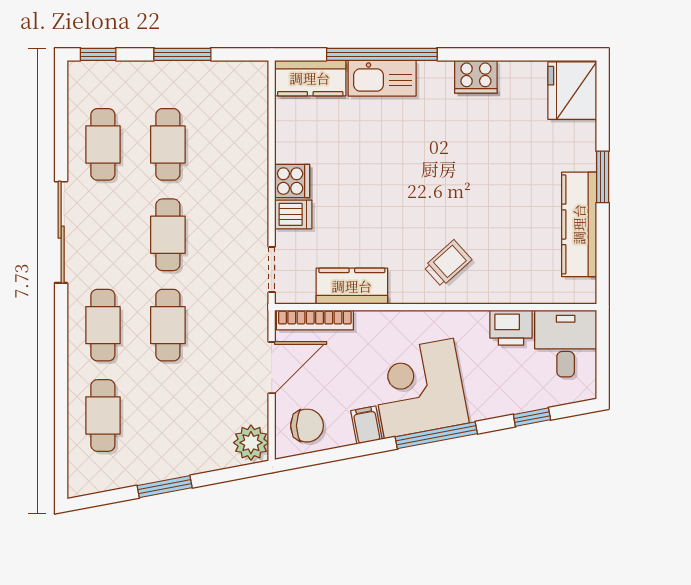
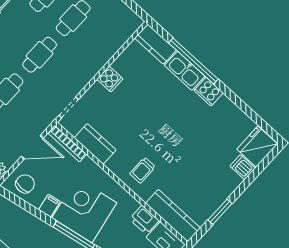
cooker: (476, 77) -> (209, 92), moved
window: (603, 177) -> (220, 212), moved
dishwasher: (293, 214) -> (243, 167), moved, turned 180
kitchen counter: (579, 224) -> (173, 216), moved, turned 90
trolley: (448, 263) -> (142, 170), turned 132
chair: (307, 426) -> (25, 184), turned -90

